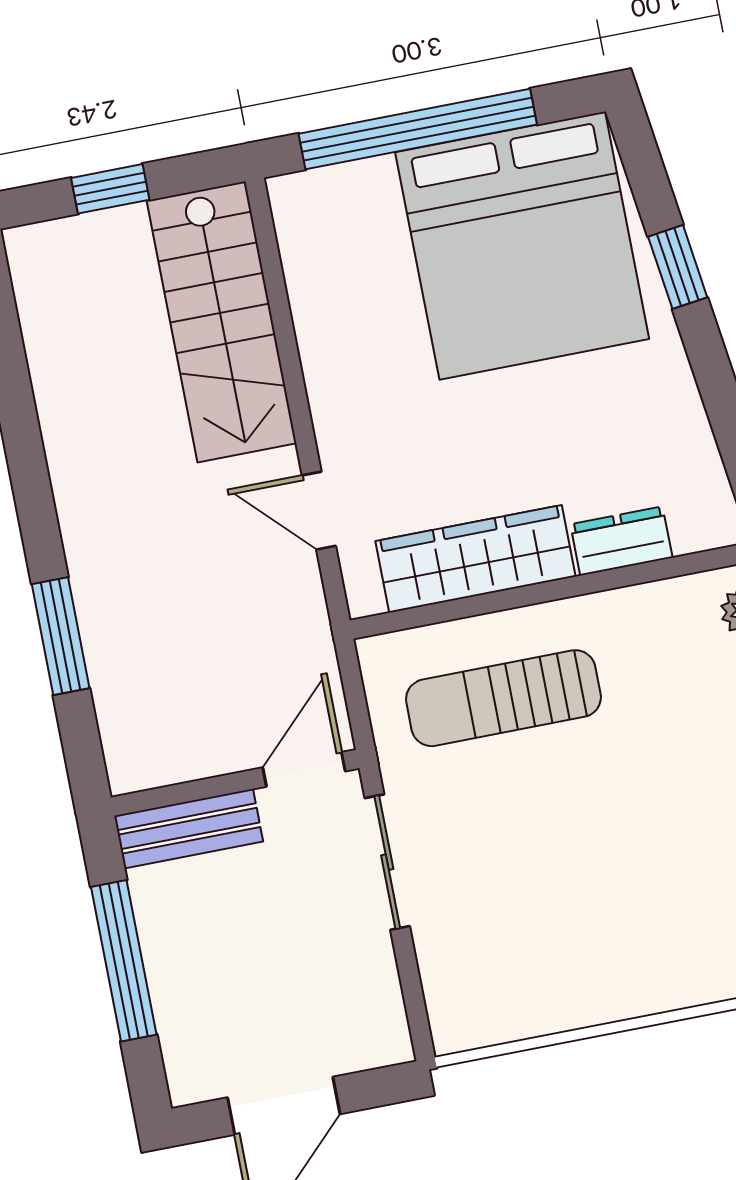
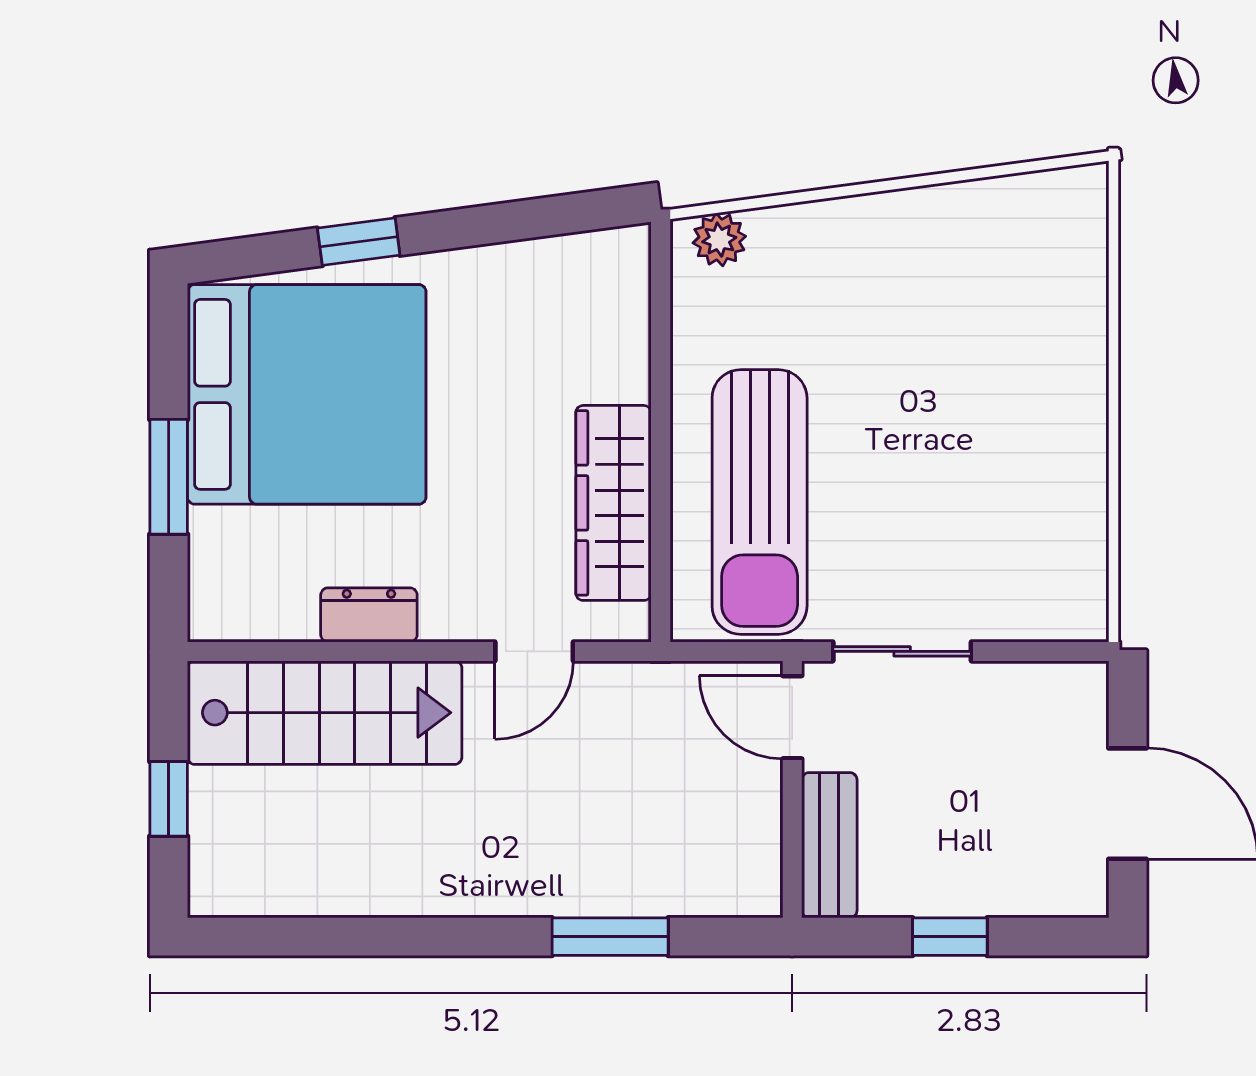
window: (418, 129) -> (169, 477), width x0.47
dresser: (621, 541) -> (369, 615), moved, turned 90
sun lounger: (503, 698) -> (760, 502), width x1.36, depth x1.34
window: (124, 961) -> (950, 937), width x0.46

